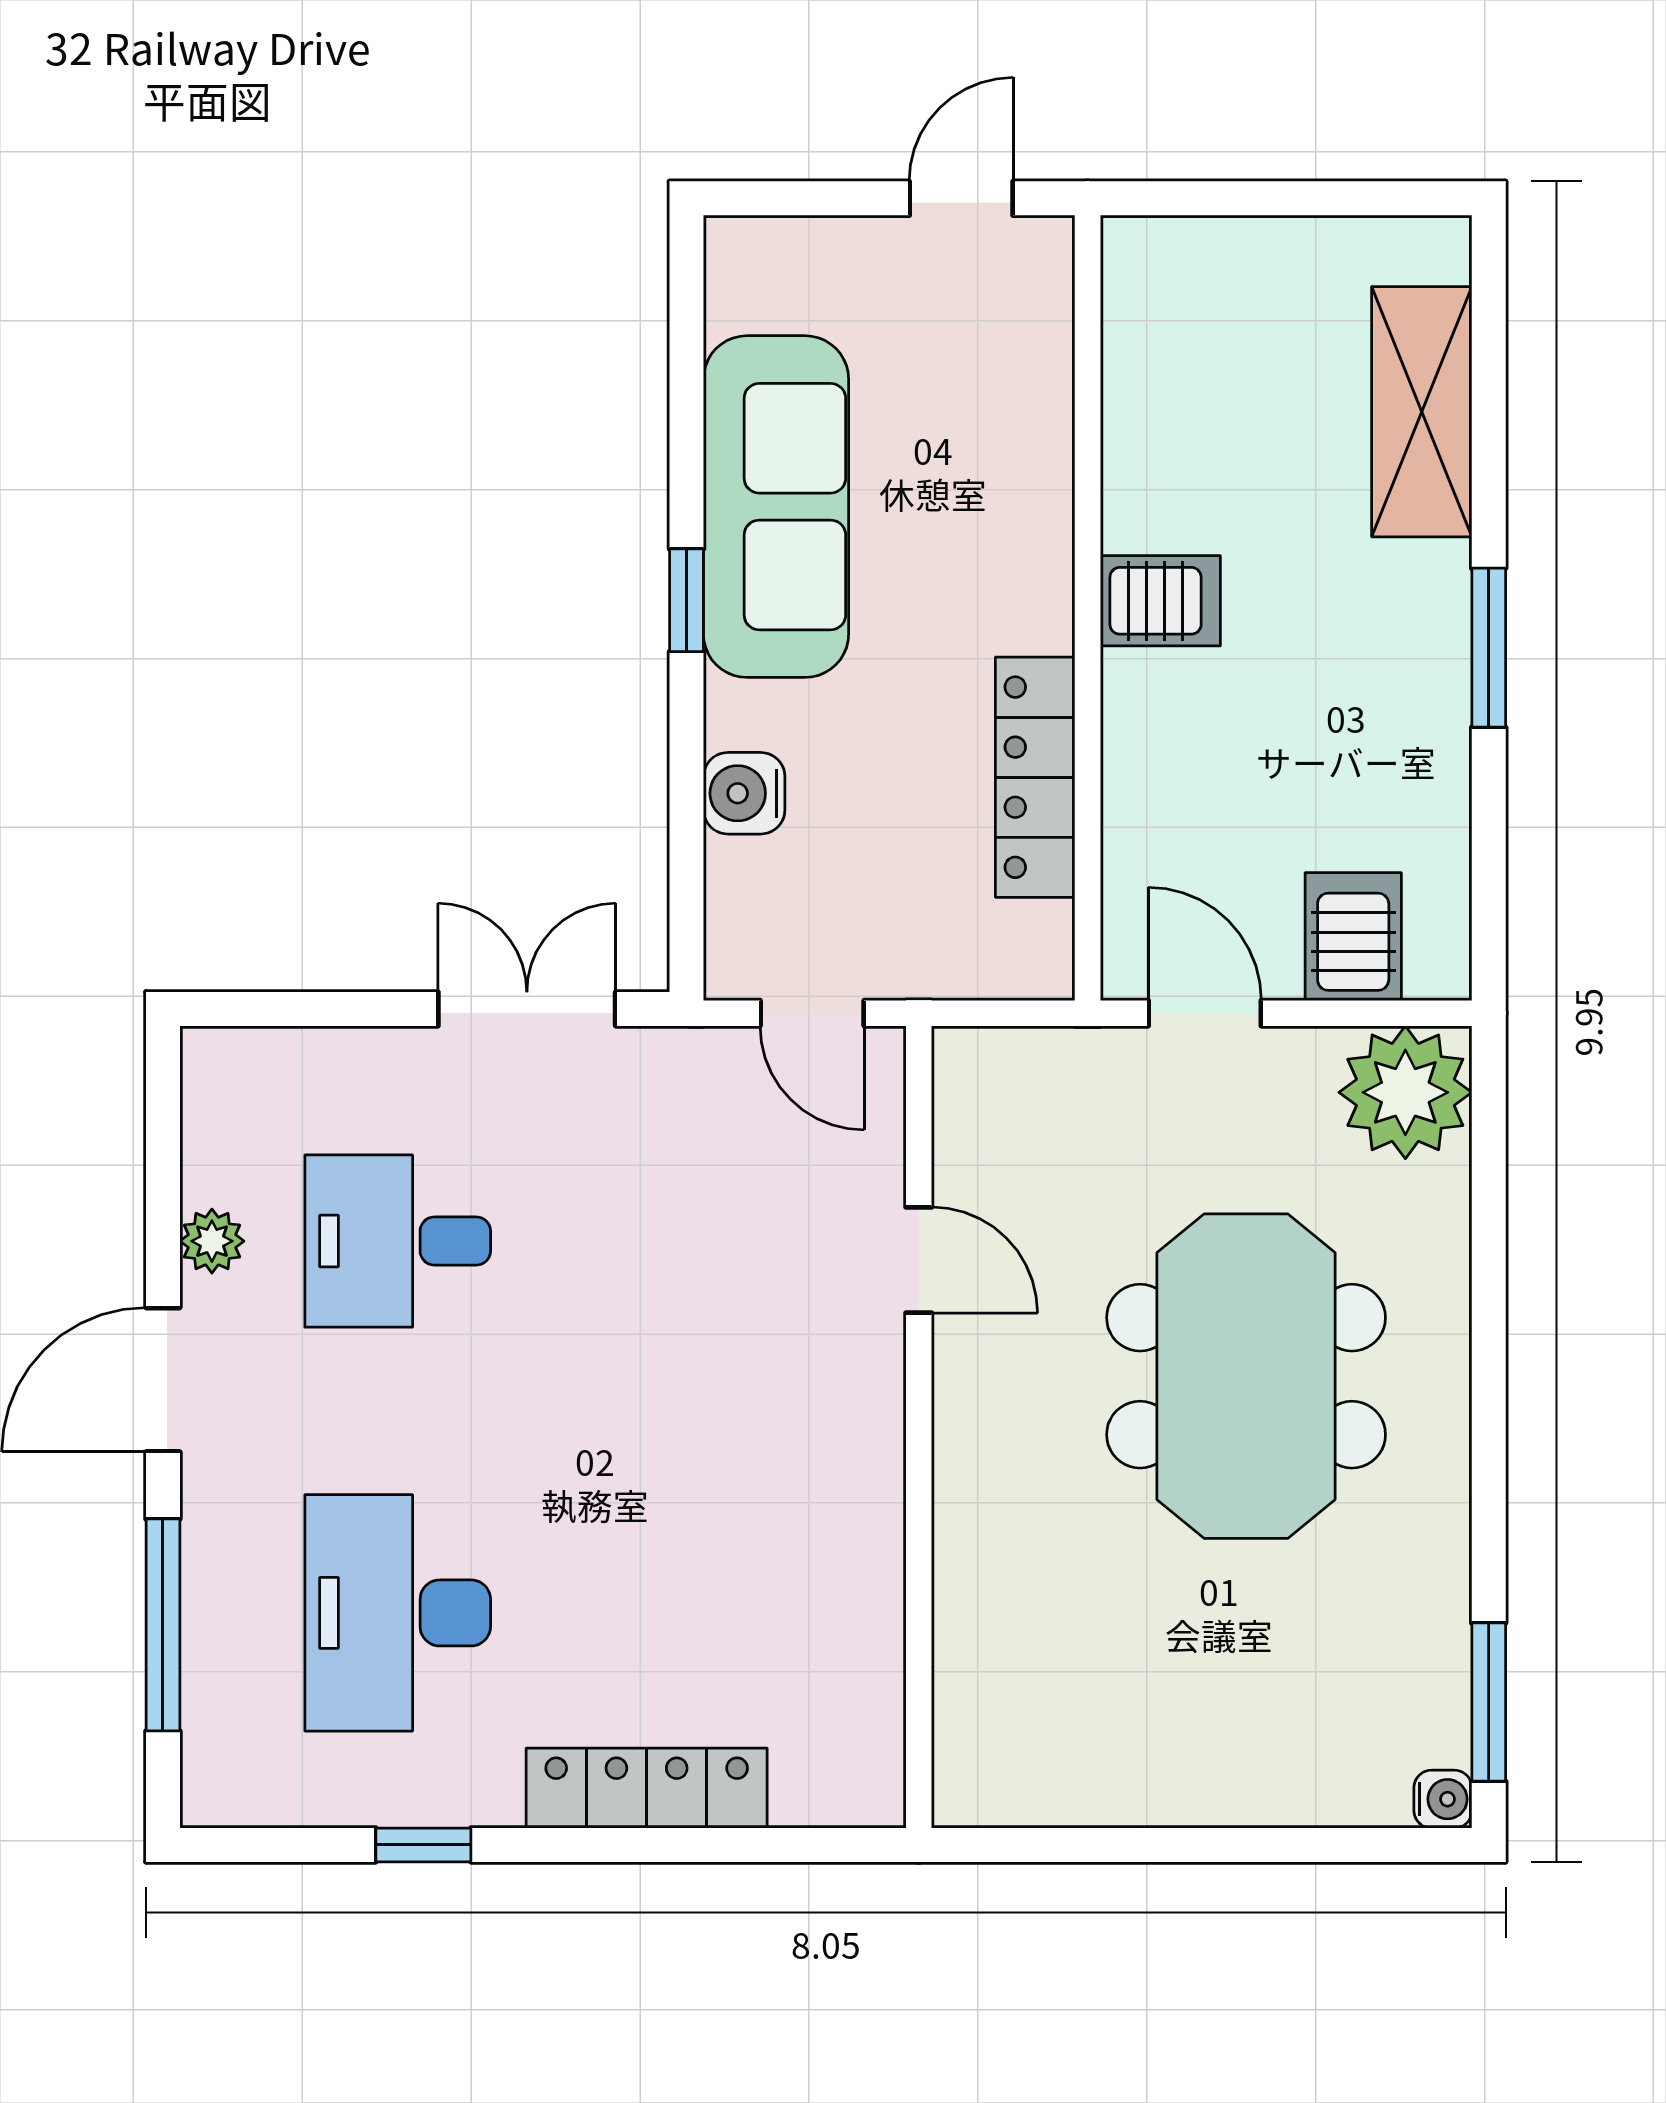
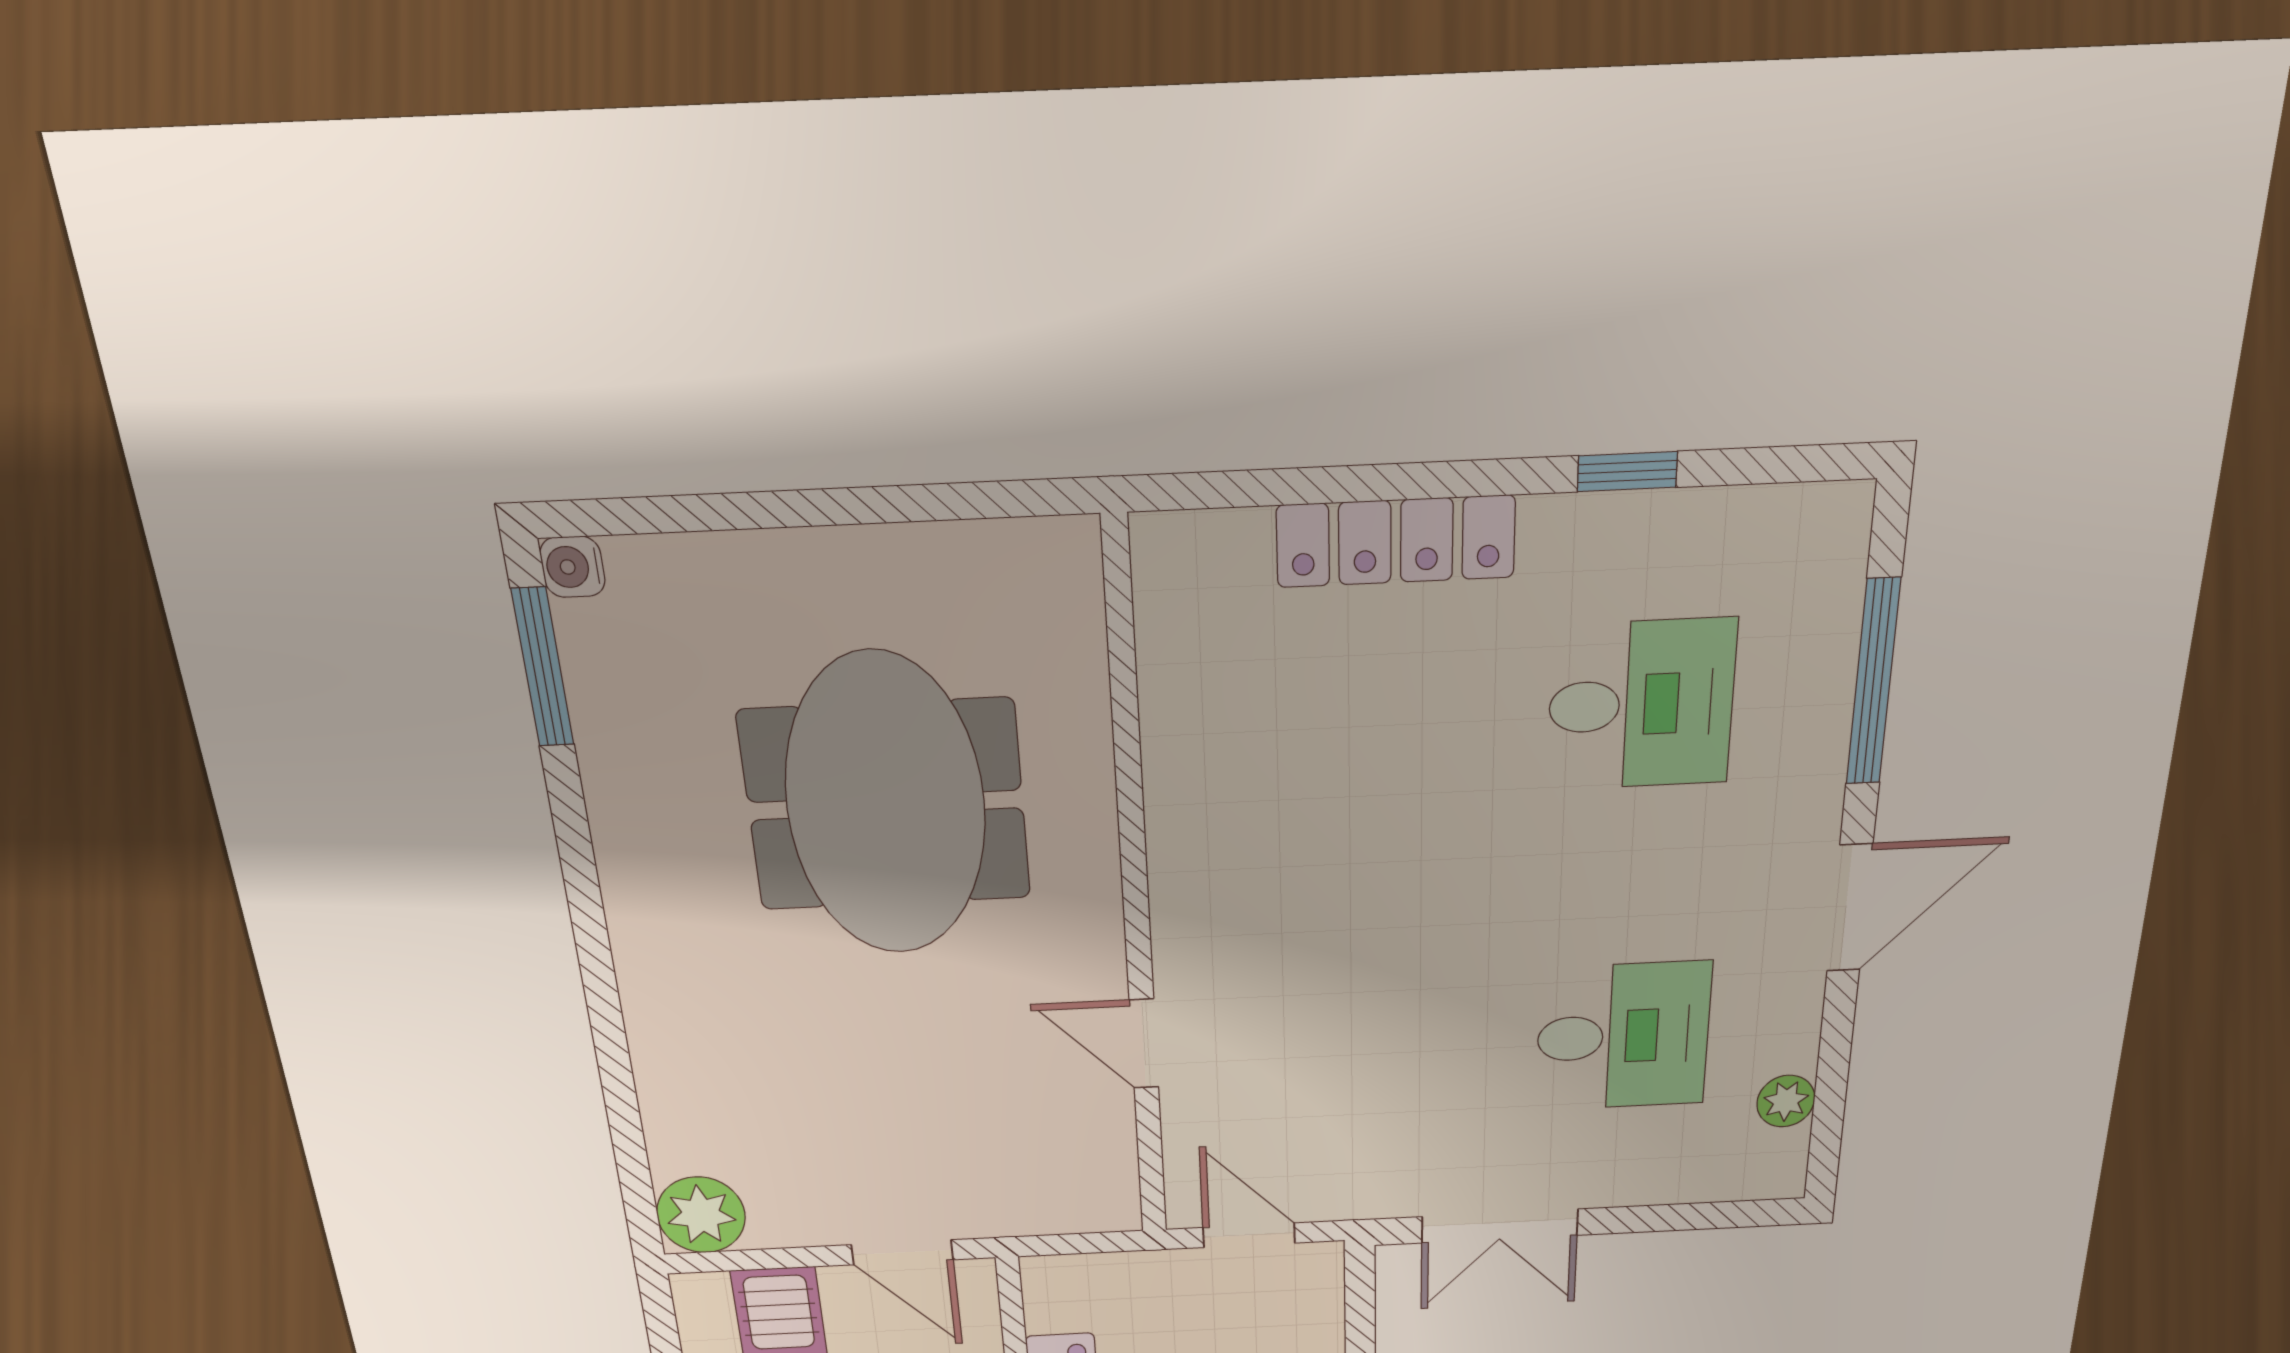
plant: (1405, 1092) -> (701, 1215), width x0.73, depth x0.73
plant: (212, 1241) -> (1786, 1101), moved
meeting table: (1246, 1376) -> (886, 805), moved
desk: (398, 1613) -> (1641, 705), width x0.73

